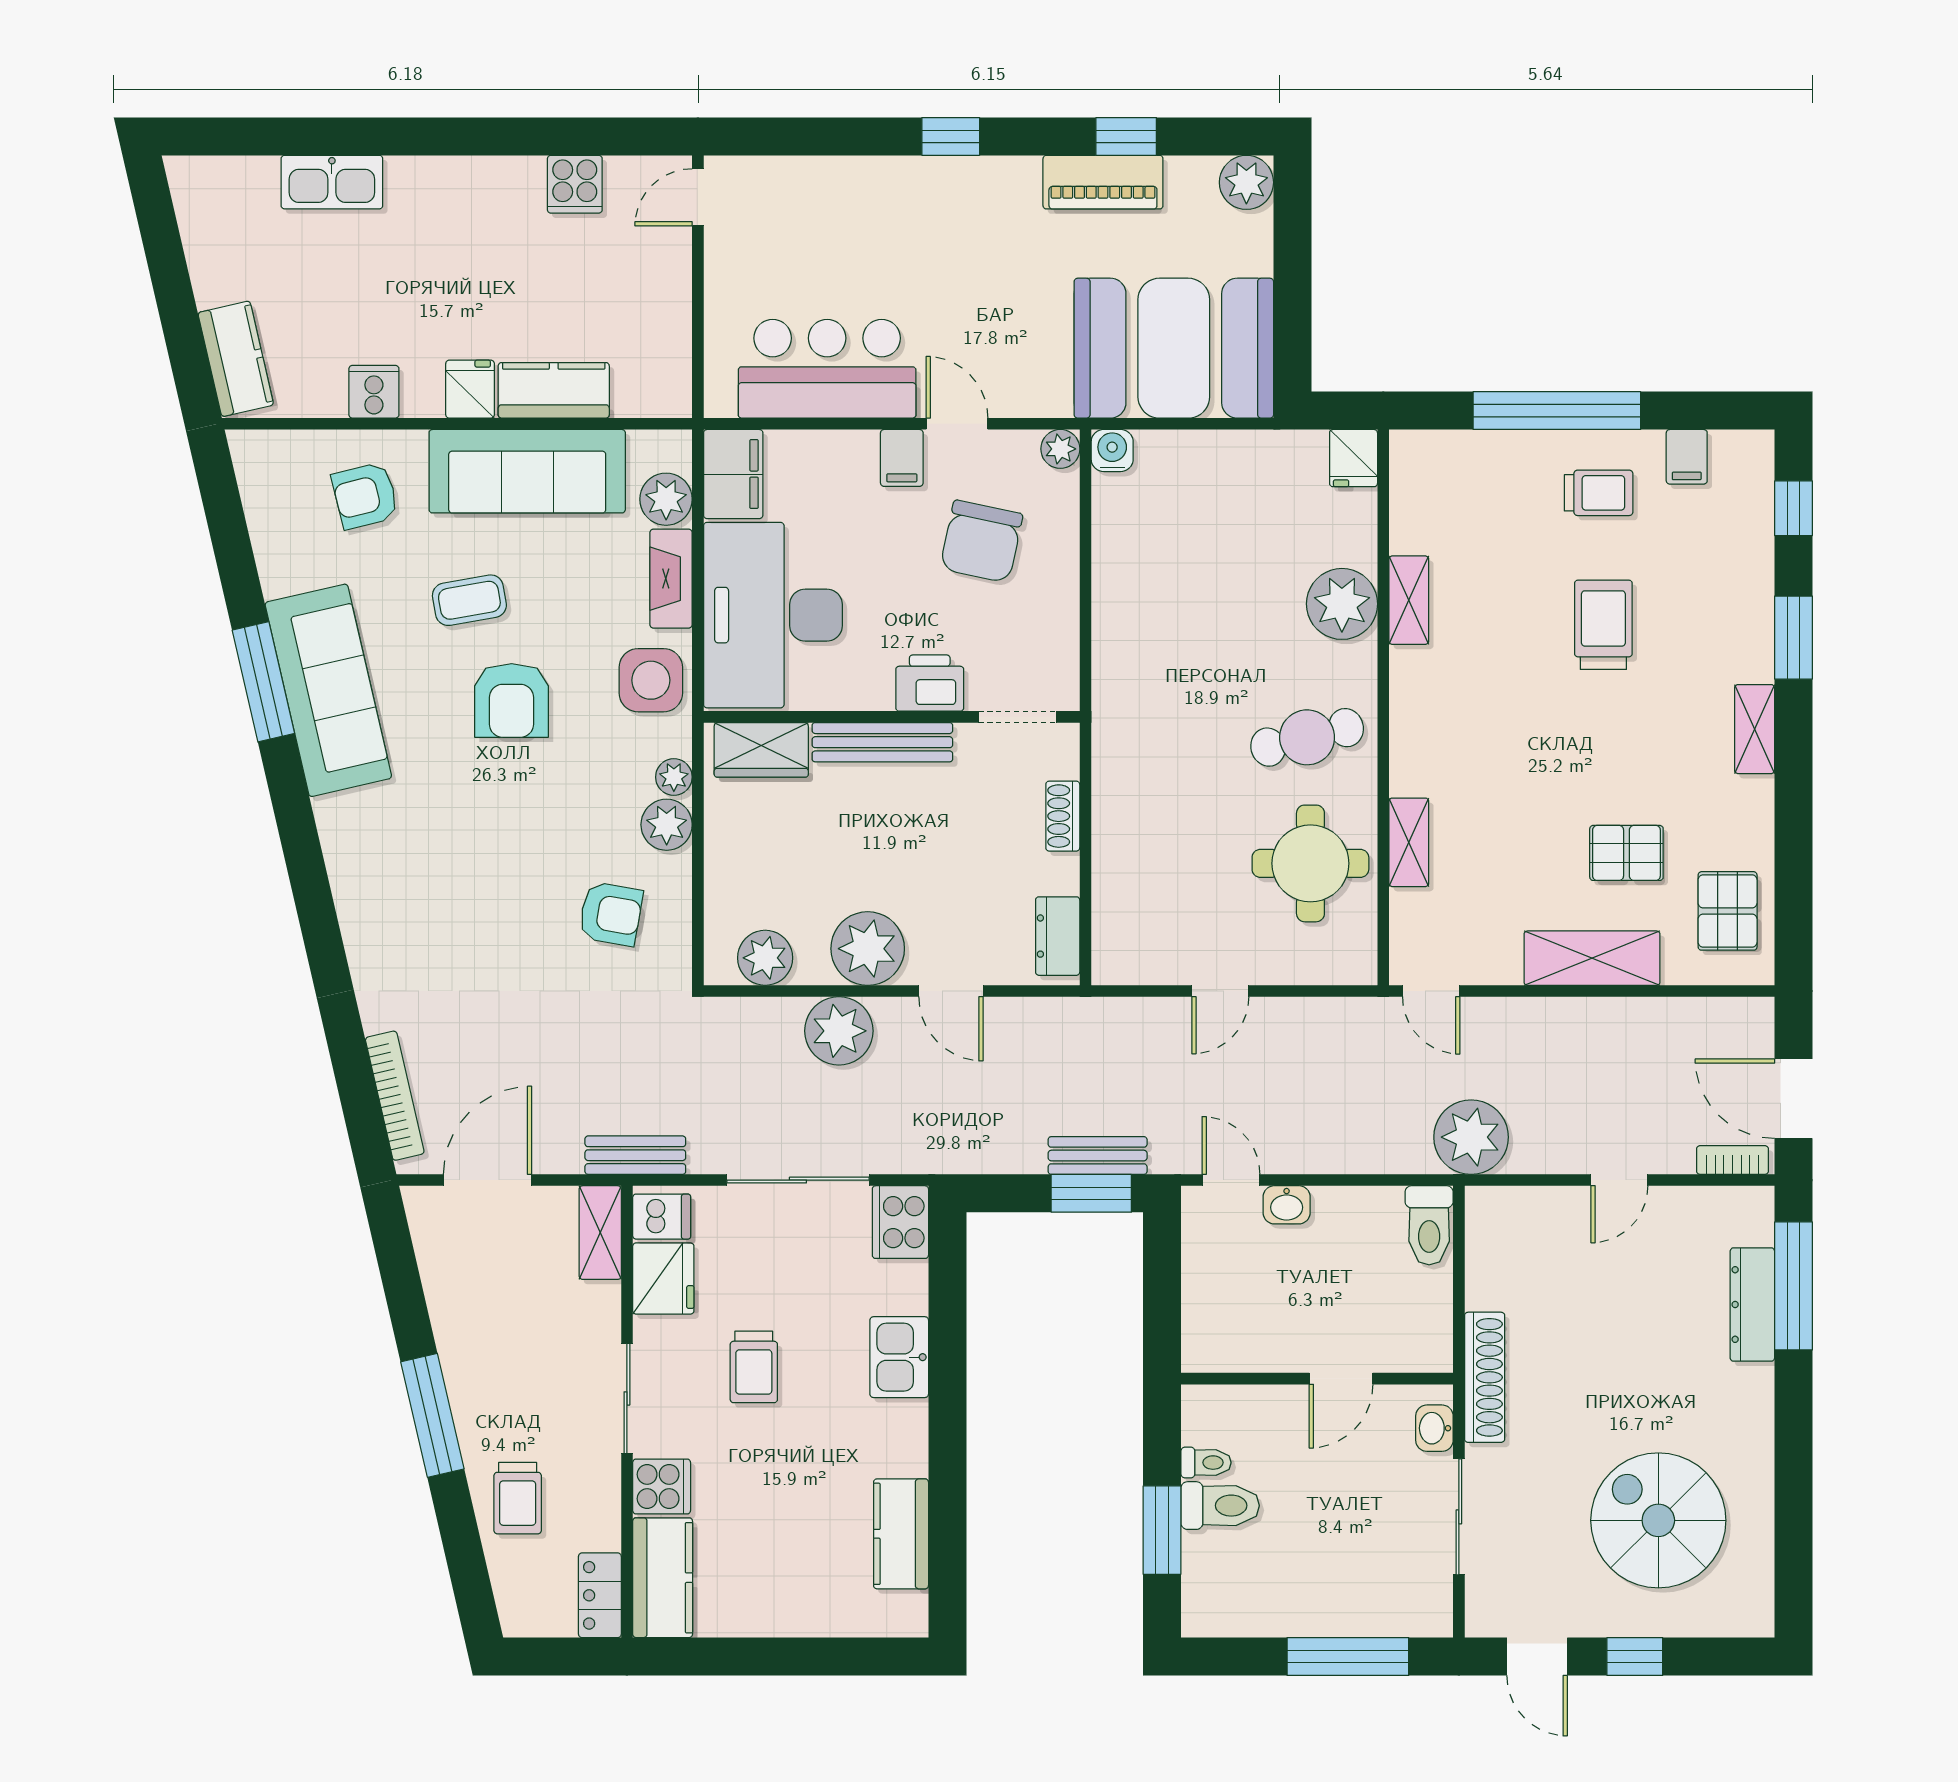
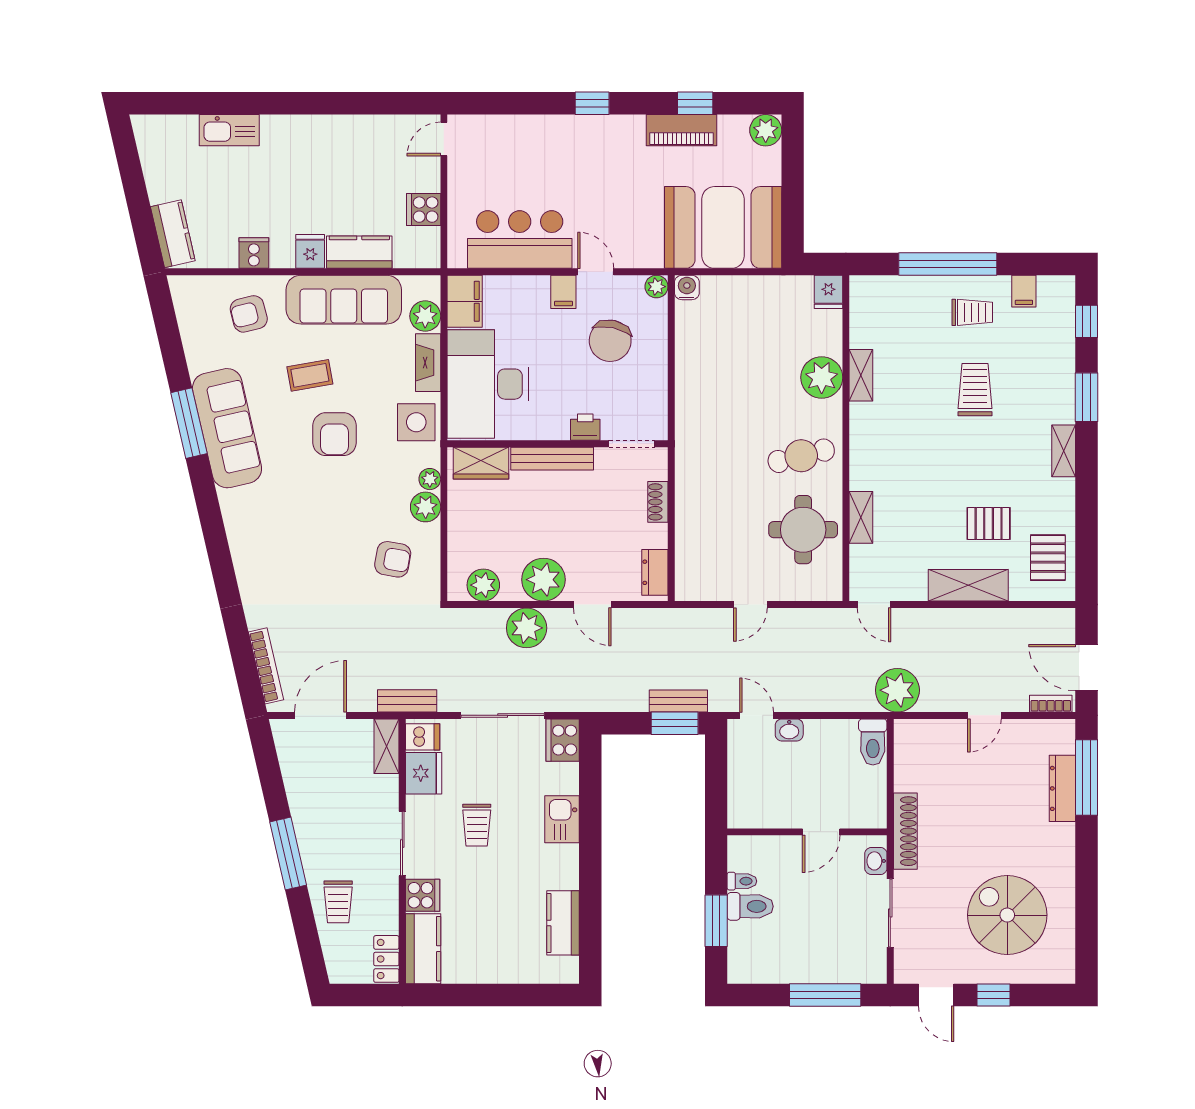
cooker: (575, 184) -> (424, 210), moved, turned 90
printer: (930, 683) -> (585, 427), width x0.73, depth x0.81

